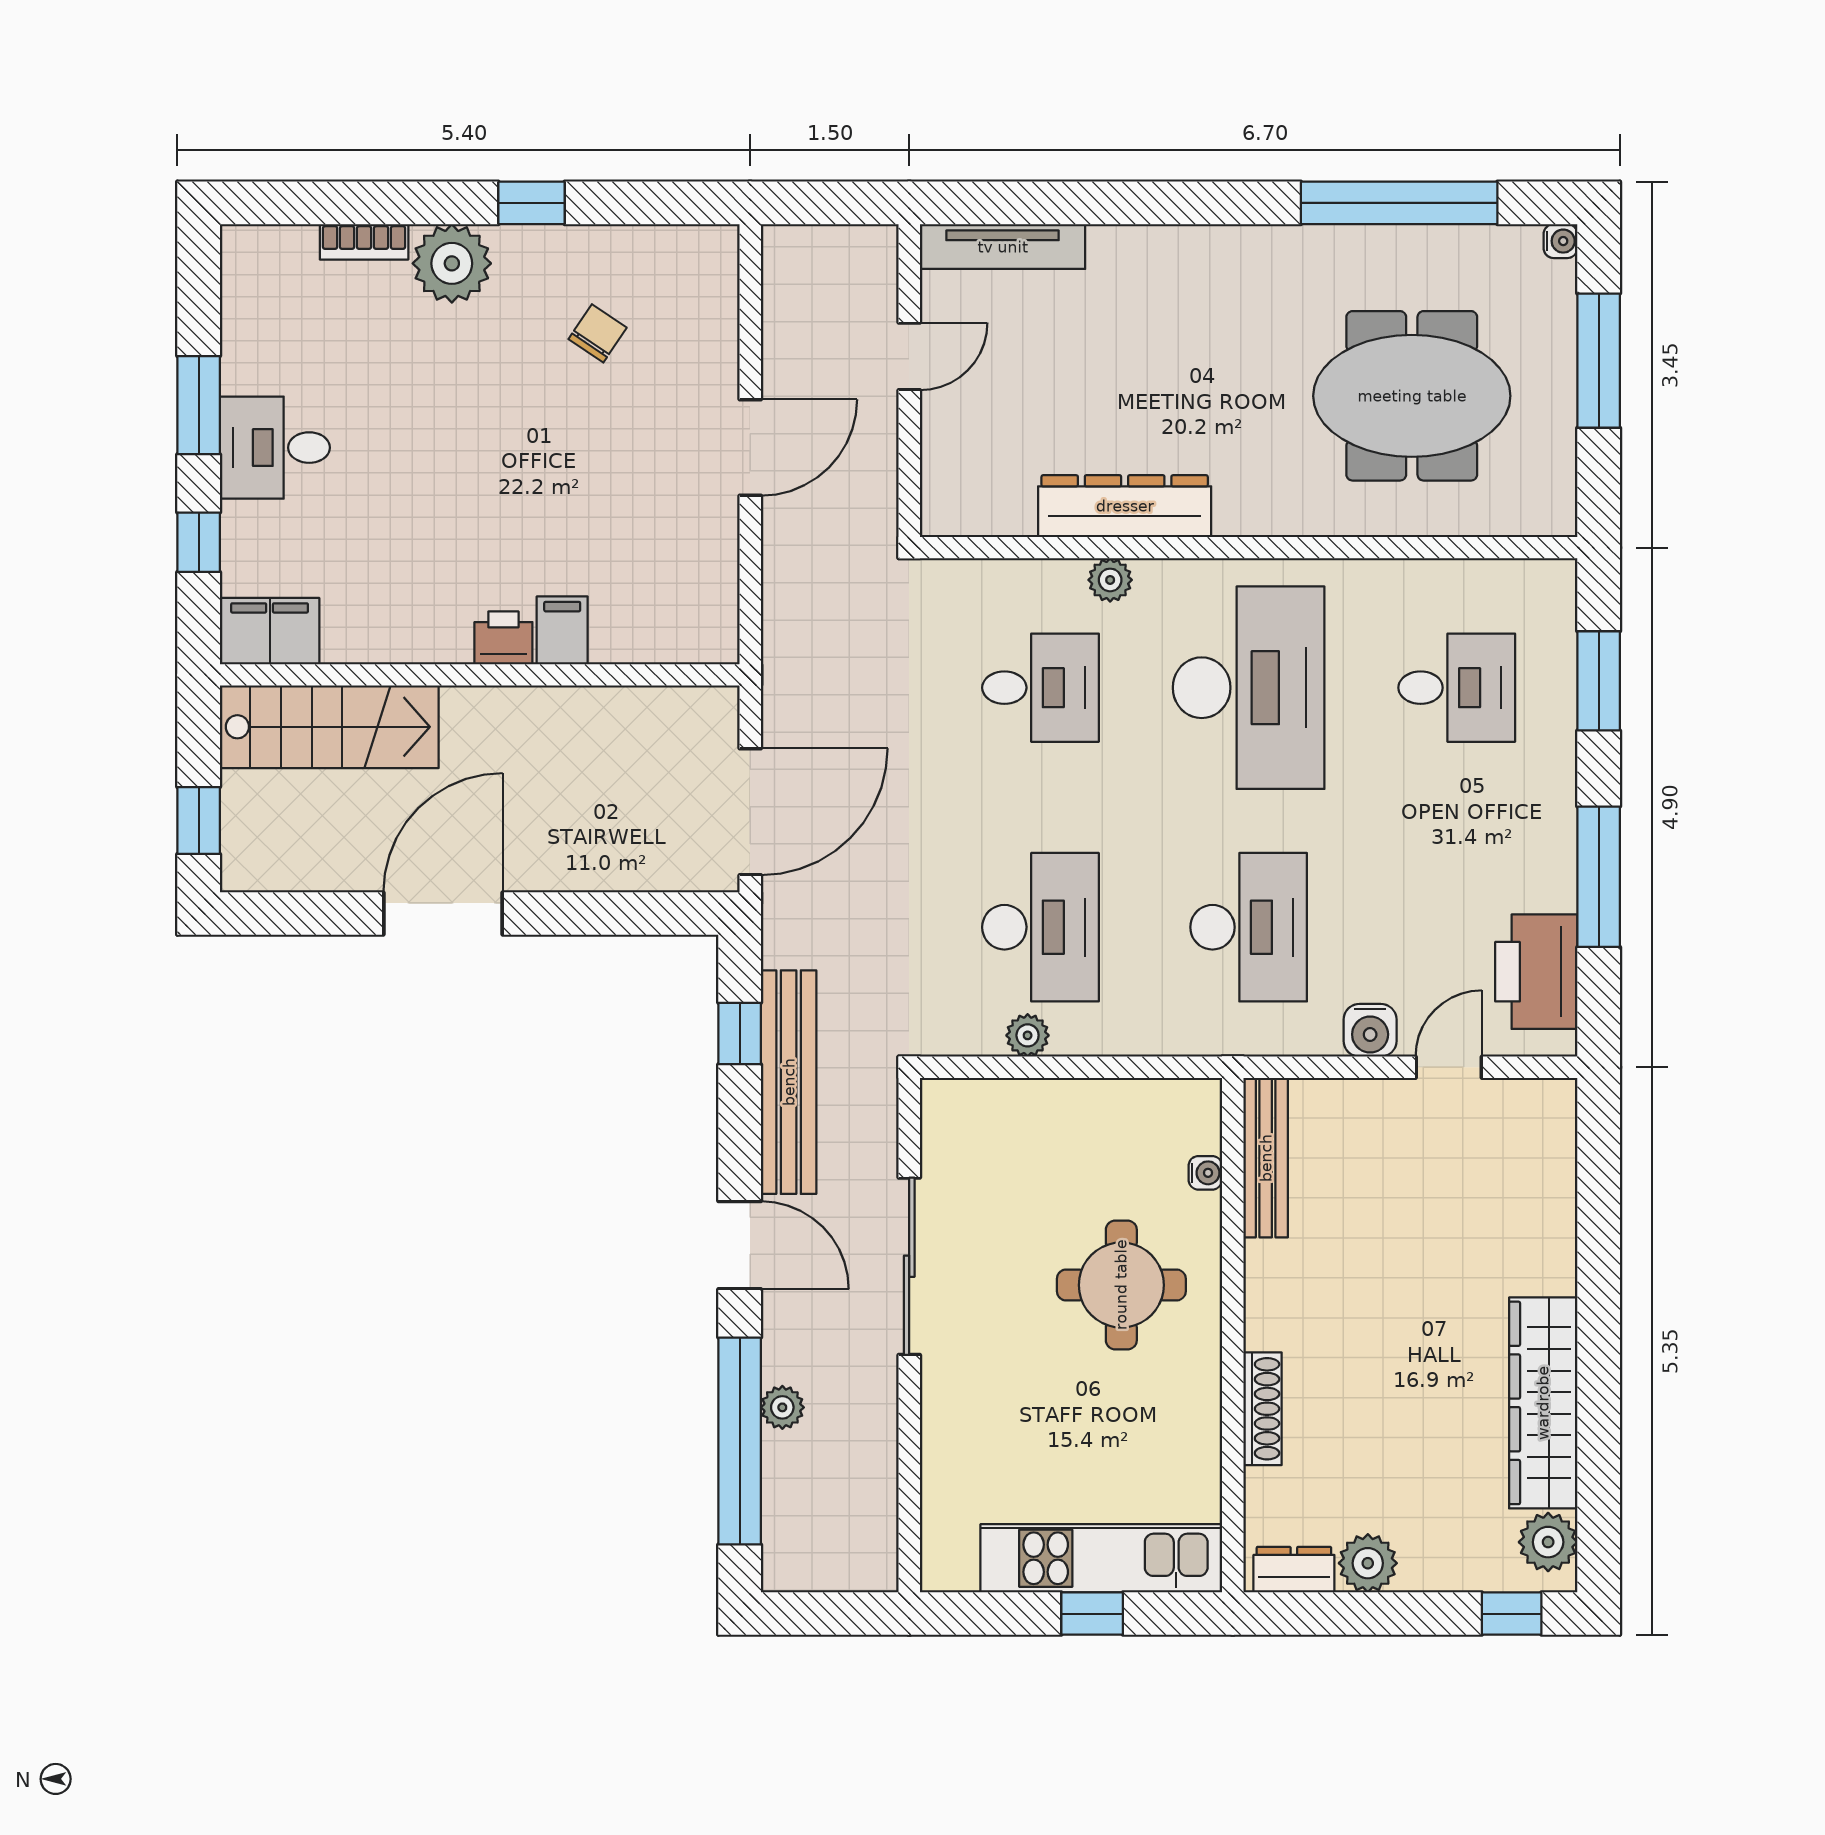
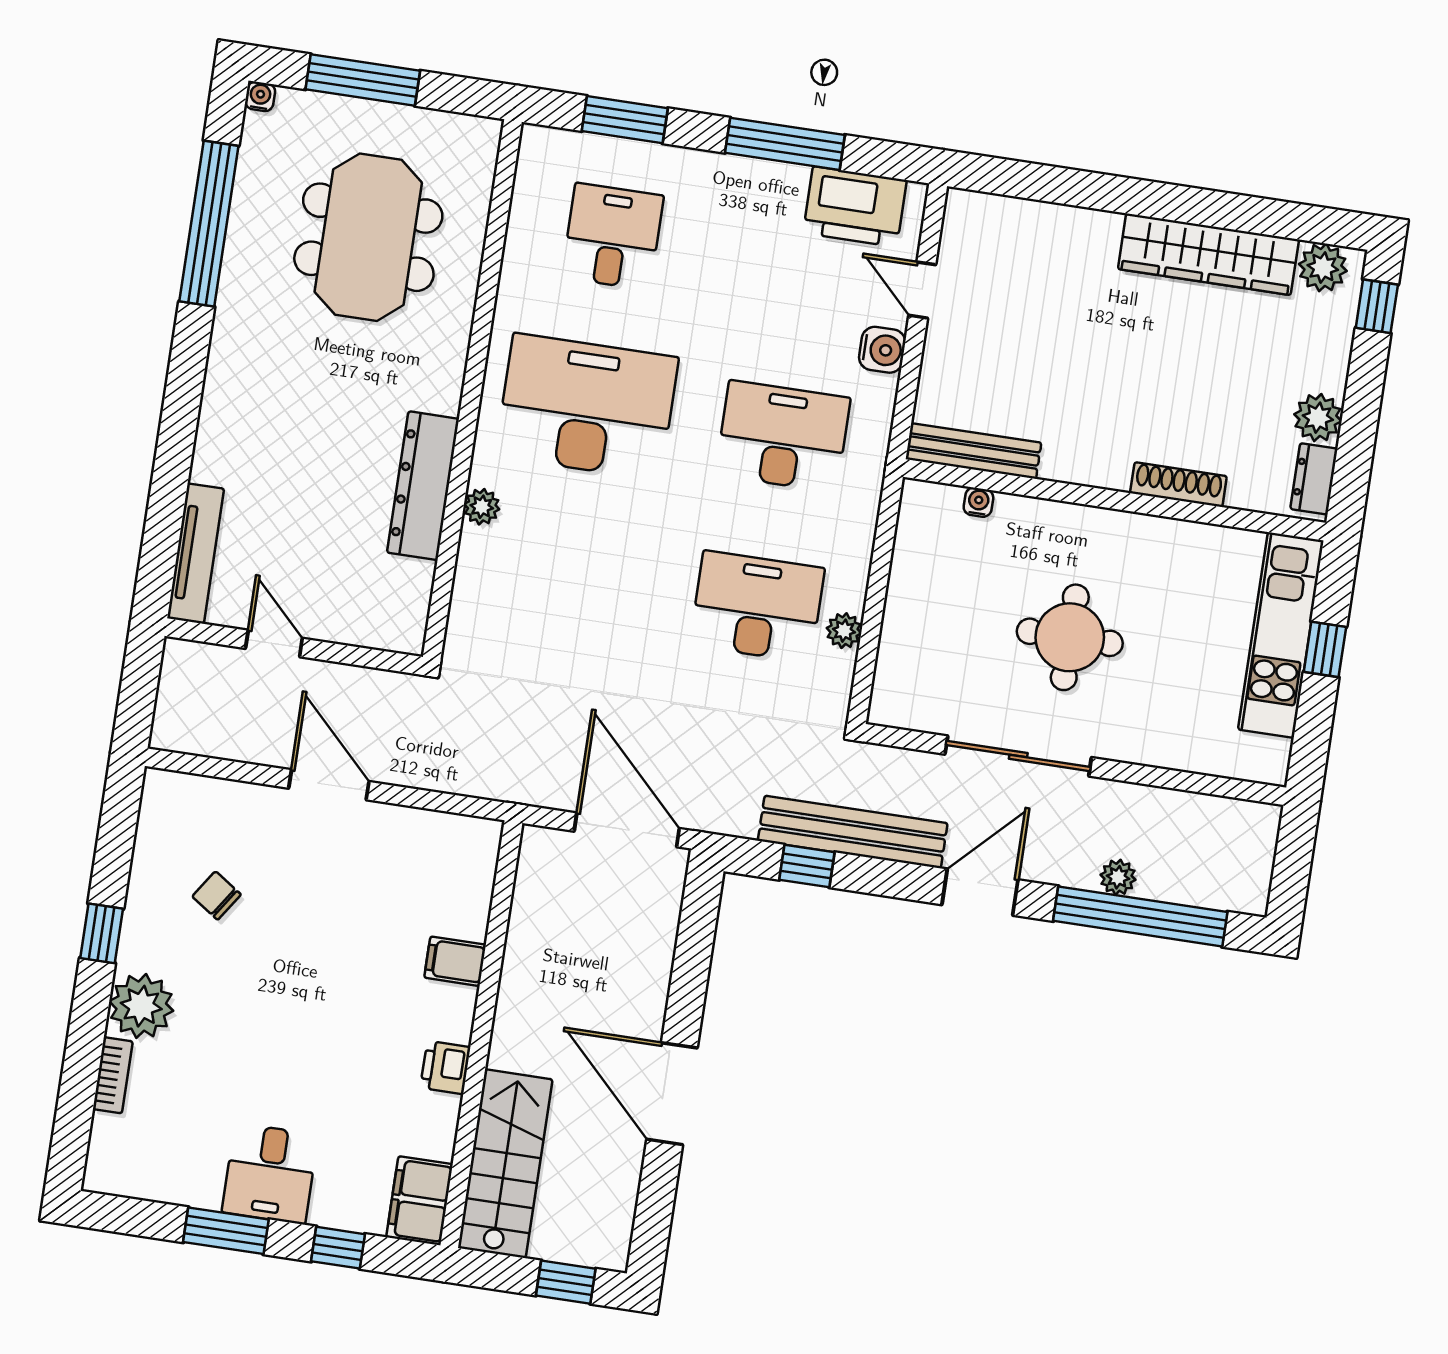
printer: (503, 638) -> (445, 1067), moved
desk: (1041, 688) -> (561, 577), removed
round table: (1121, 1285) -> (1070, 637), moved

